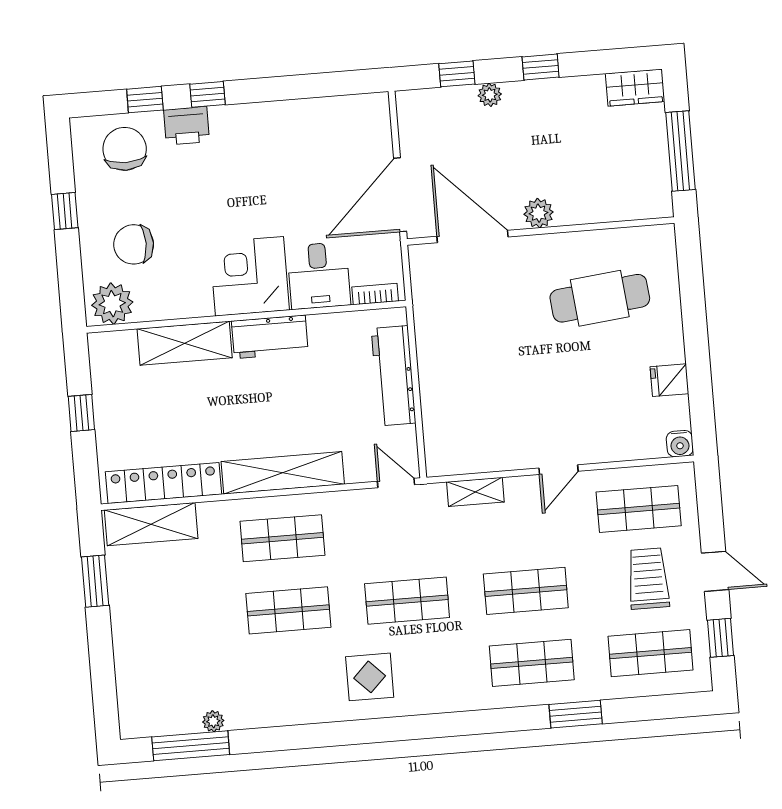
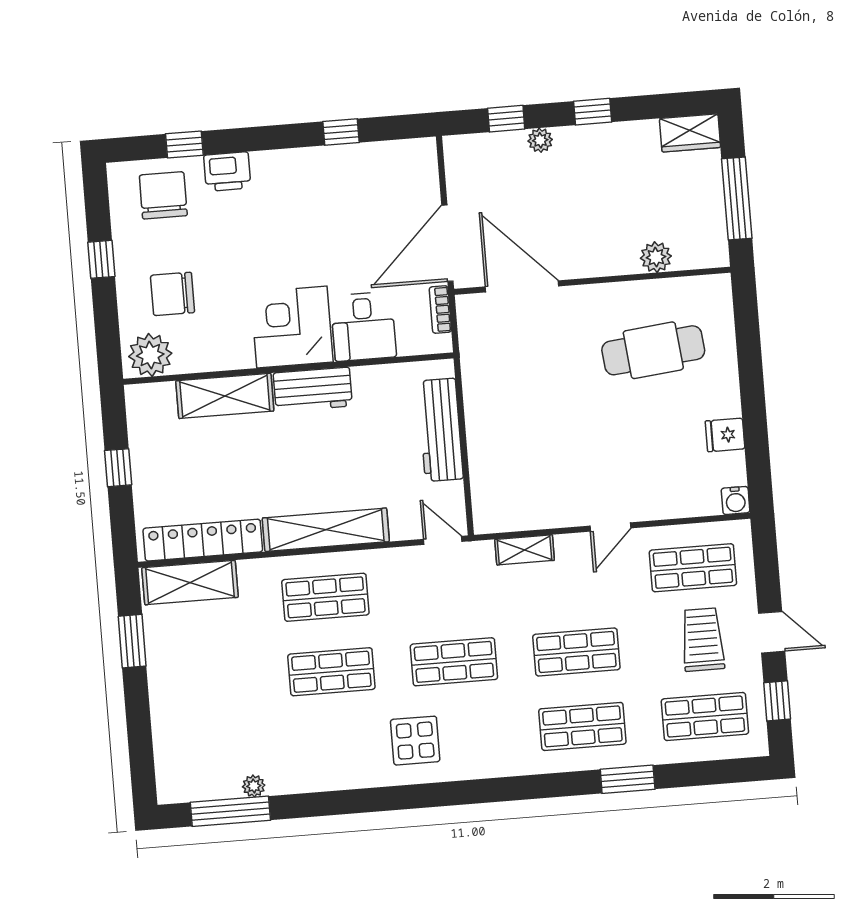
window: (208, 94) -> (341, 132), moved
plant: (539, 213) -> (656, 257), moved
bookcase: (375, 294) -> (440, 310), moved, turned -90

